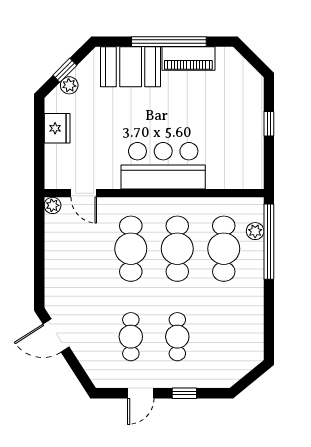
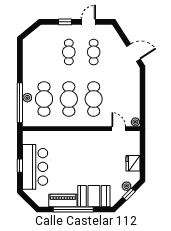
bar counter: (163, 166) -> (35, 167), moved, turned -90
plant: (255, 231) -> (27, 98), moved

